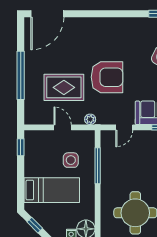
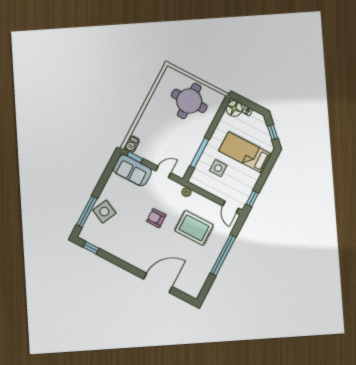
door: (47, 14) -> (158, 283), moved
armchair: (107, 77) -> (156, 218), width x0.53, depth x0.53
door: (63, 127) -> (231, 207), moved

